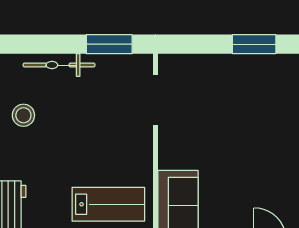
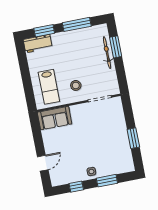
window: (109, 44) -> (116, 47), moved
stool: (23, 115) -> (76, 85), moved

